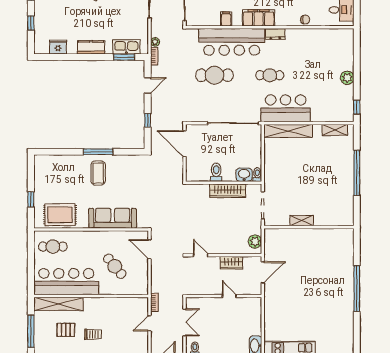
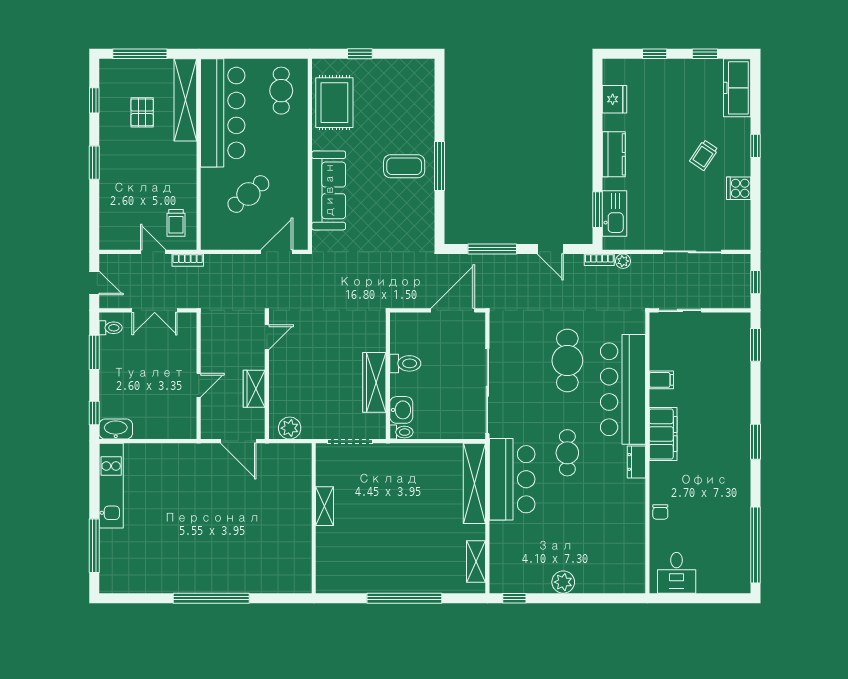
window: (148, 120) -> (492, 249), width x2.17
trolley: (93, 334) -> (176, 223), moved

